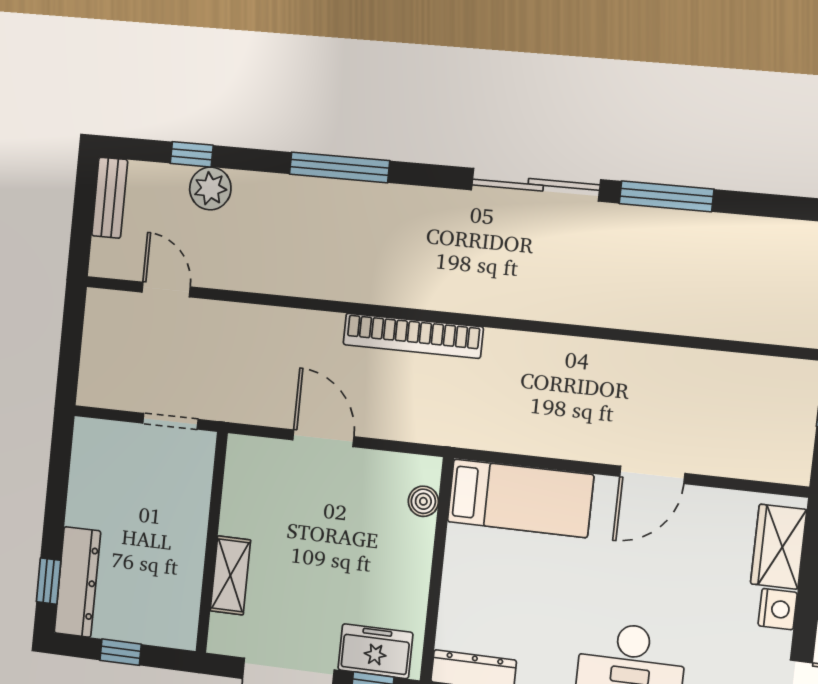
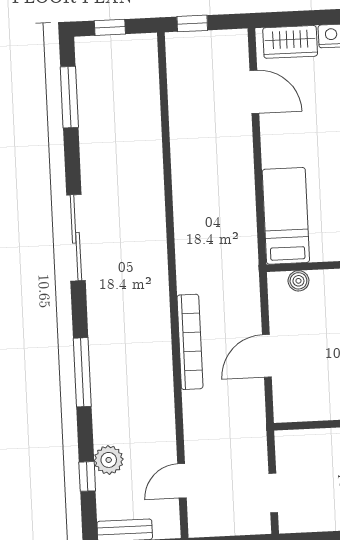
window: (667, 196) -> (69, 97), moved
bookcase: (413, 336) -> (190, 342), moved
doorway: (170, 421) -> (273, 493), moved
door: (652, 475) -> (254, 92), moved

